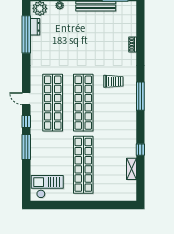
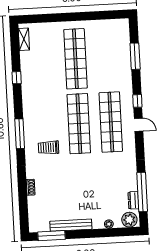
window: (26, 147) -> (135, 56), moved
shelving: (131, 169) -> (24, 39), moved
checkout: (47, 187) -> (112, 34), removed

